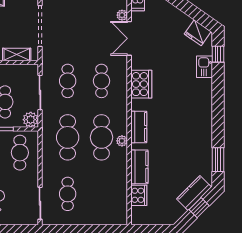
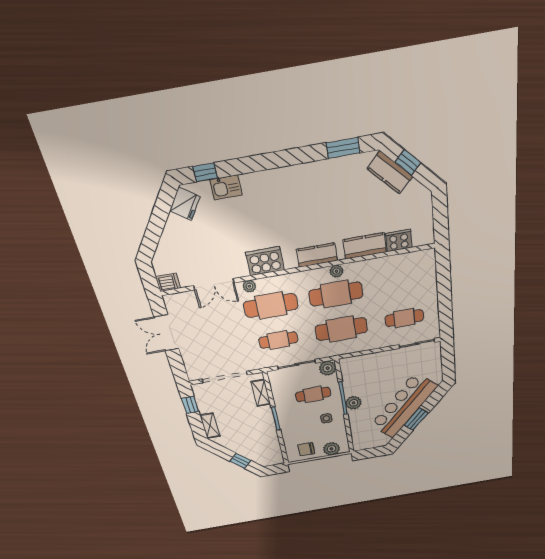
plant: (122, 15) -> (249, 286), moved
cafe table: (101, 81) -> (271, 306), width x1.37, depth x1.35
cafe table: (20, 153) -> (365, 372), removed

